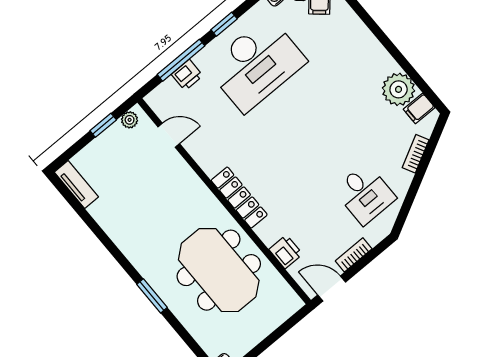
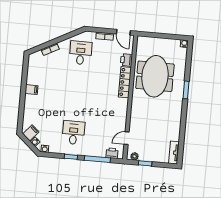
desk: (256, 64) -> (73, 133), width x0.53, depth x0.77
printer: (187, 75) -> (112, 153), moved
plant: (399, 89) -> (34, 77), removed
filing cabinet: (419, 108) -> (31, 90), moved
door: (169, 135) -> (127, 138), hinge flipped
locker: (239, 197) -> (125, 82), moved

